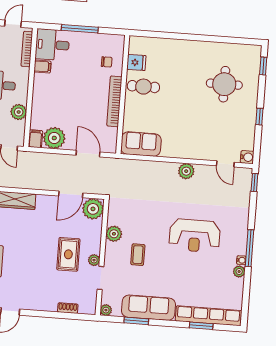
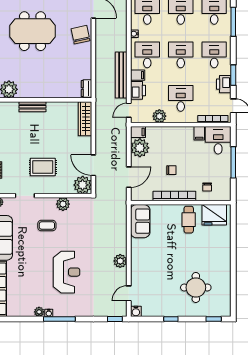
fridge: (136, 62) -> (214, 215), width x1.88, depth x1.34
chair: (83, 103) -> (171, 170), added
reception desk: (195, 236) -> (67, 272), turned 180
plant: (94, 260) -> (40, 189), removed

